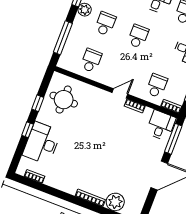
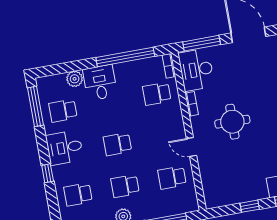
door: (120, 93) -> (191, 147), moved
round table: (64, 100) -> (232, 122), moved
desk: (161, 125) -> (196, 70), width x1.37

